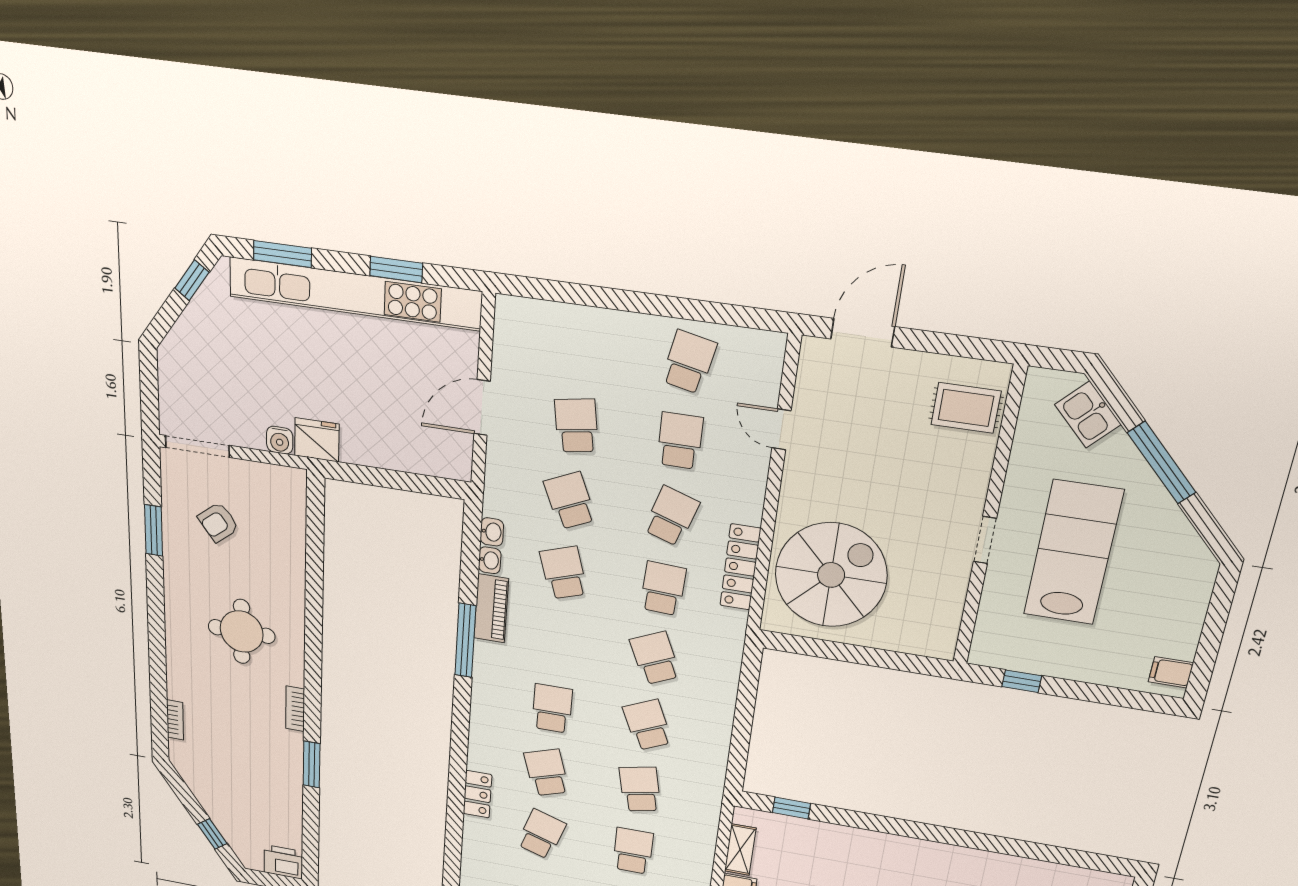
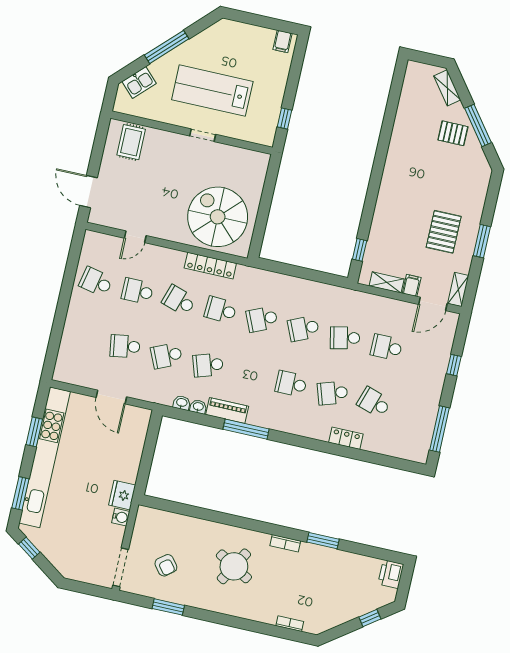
round table: (242, 632) -> (234, 566), turned 30

